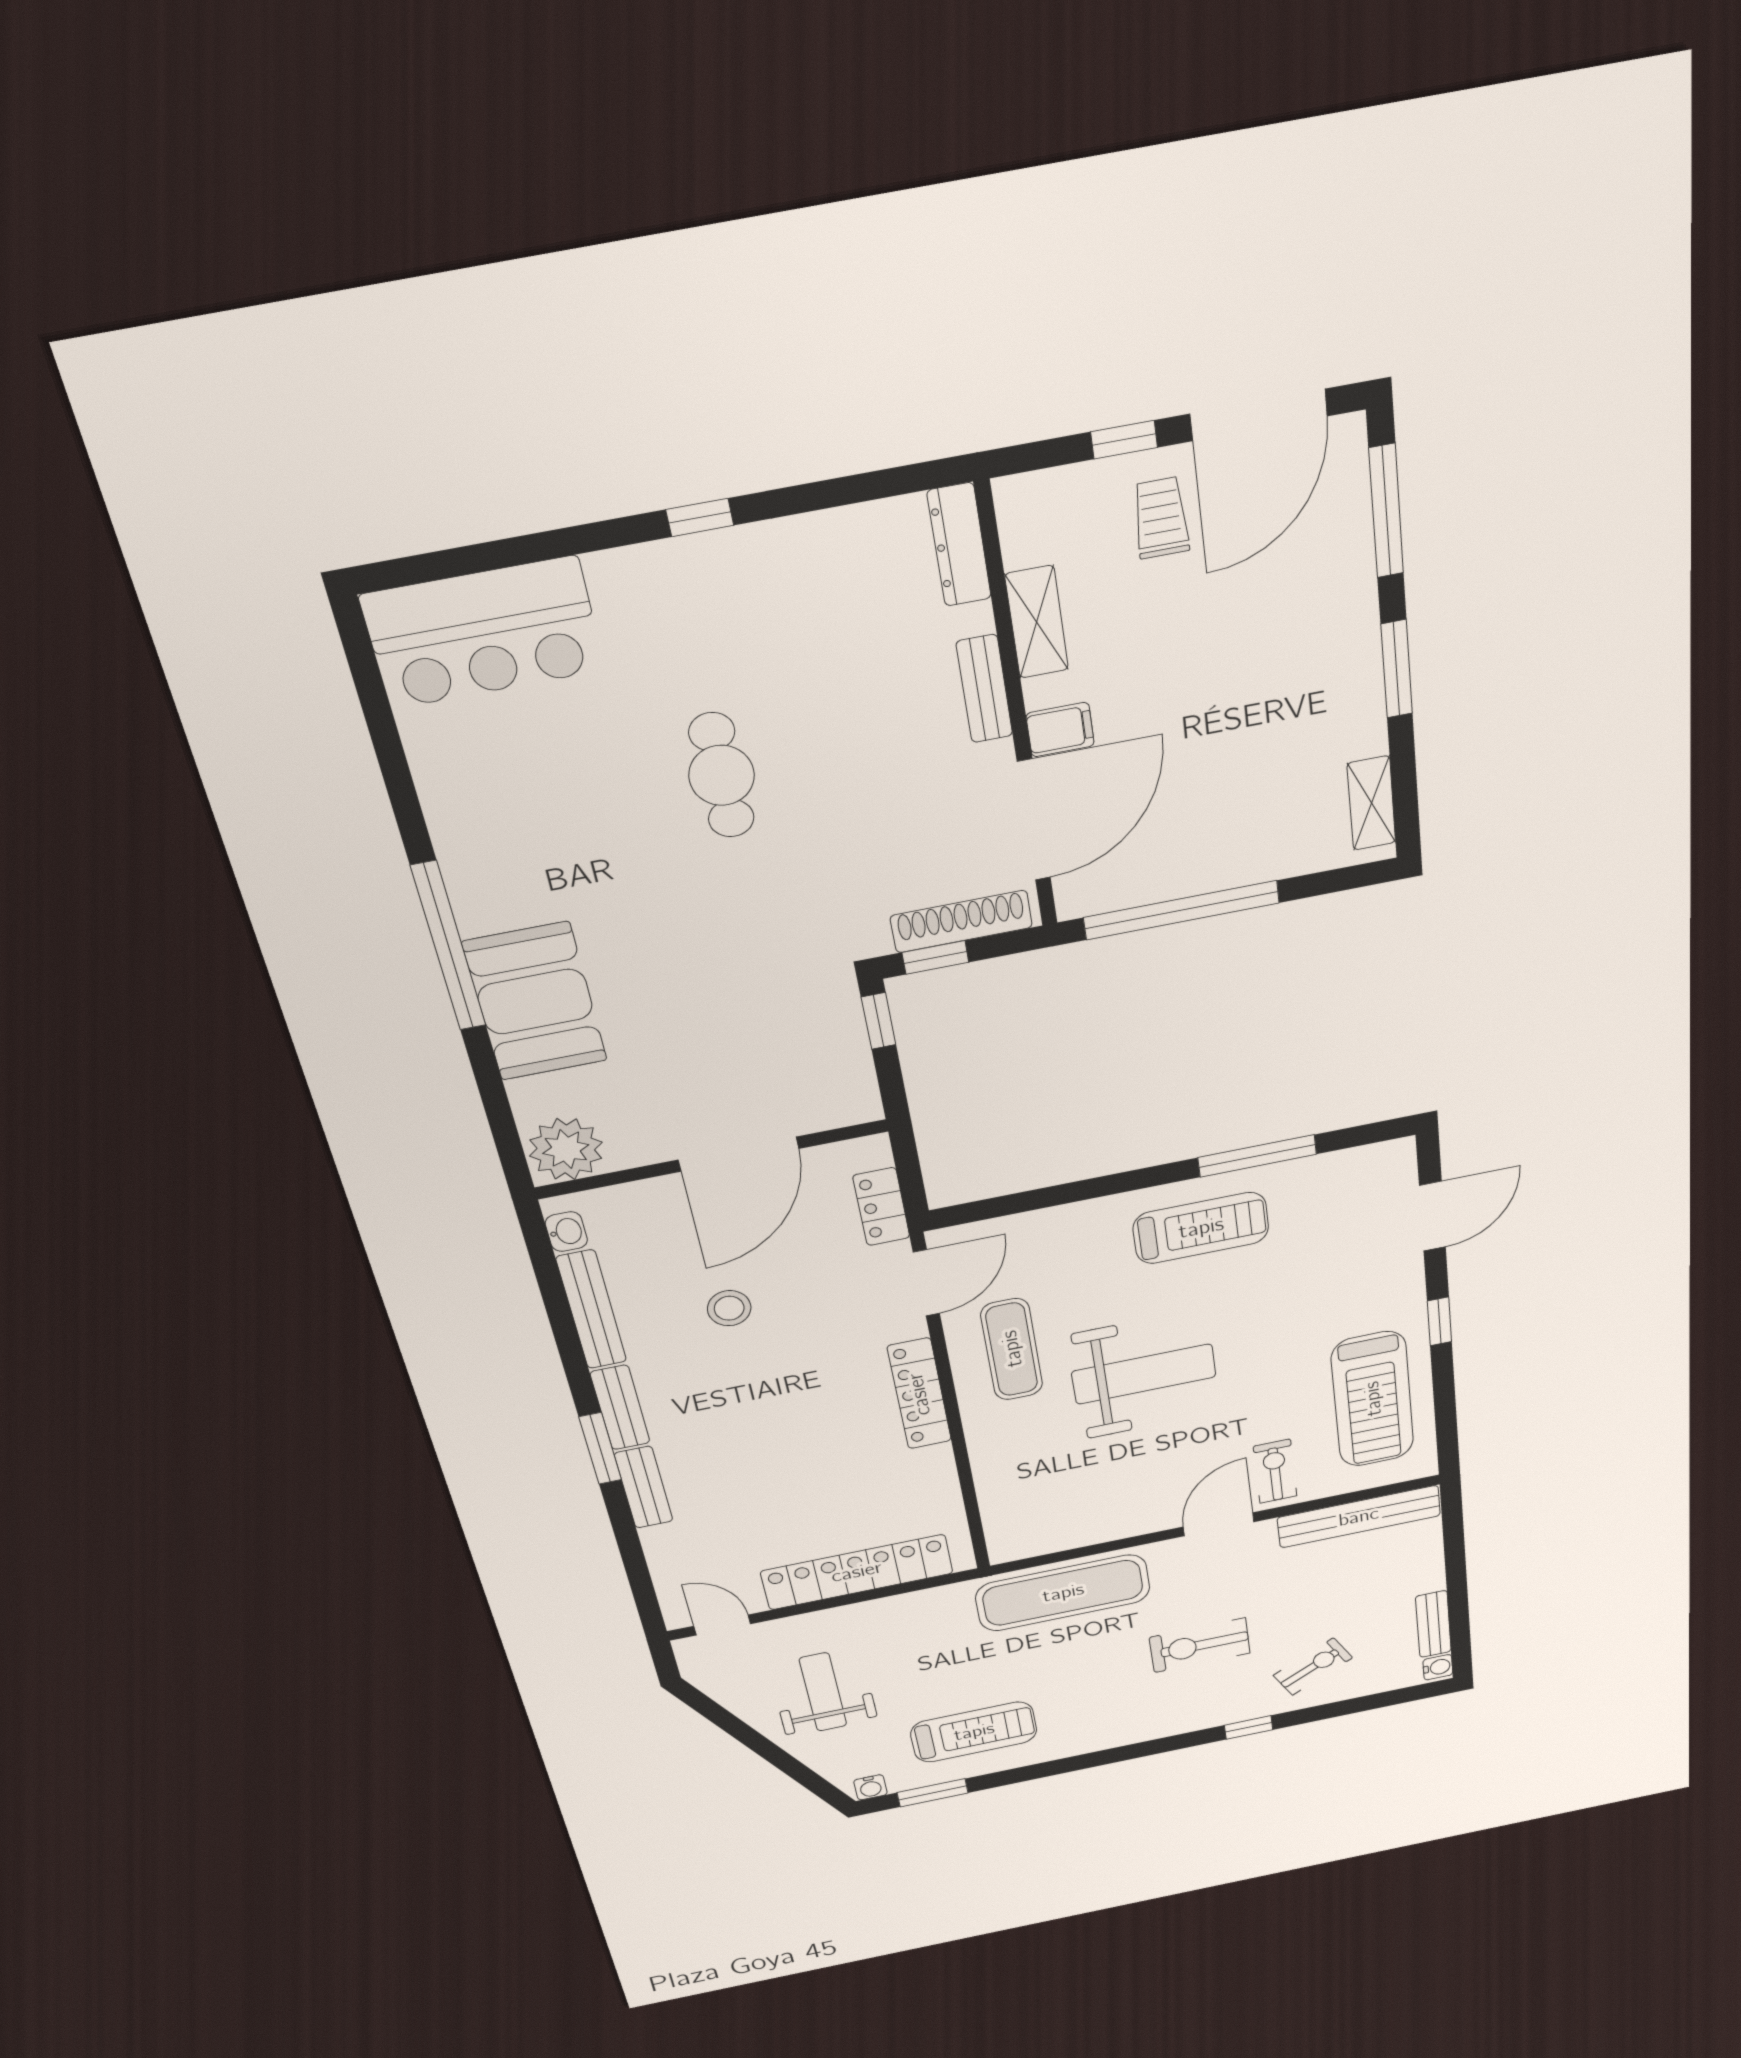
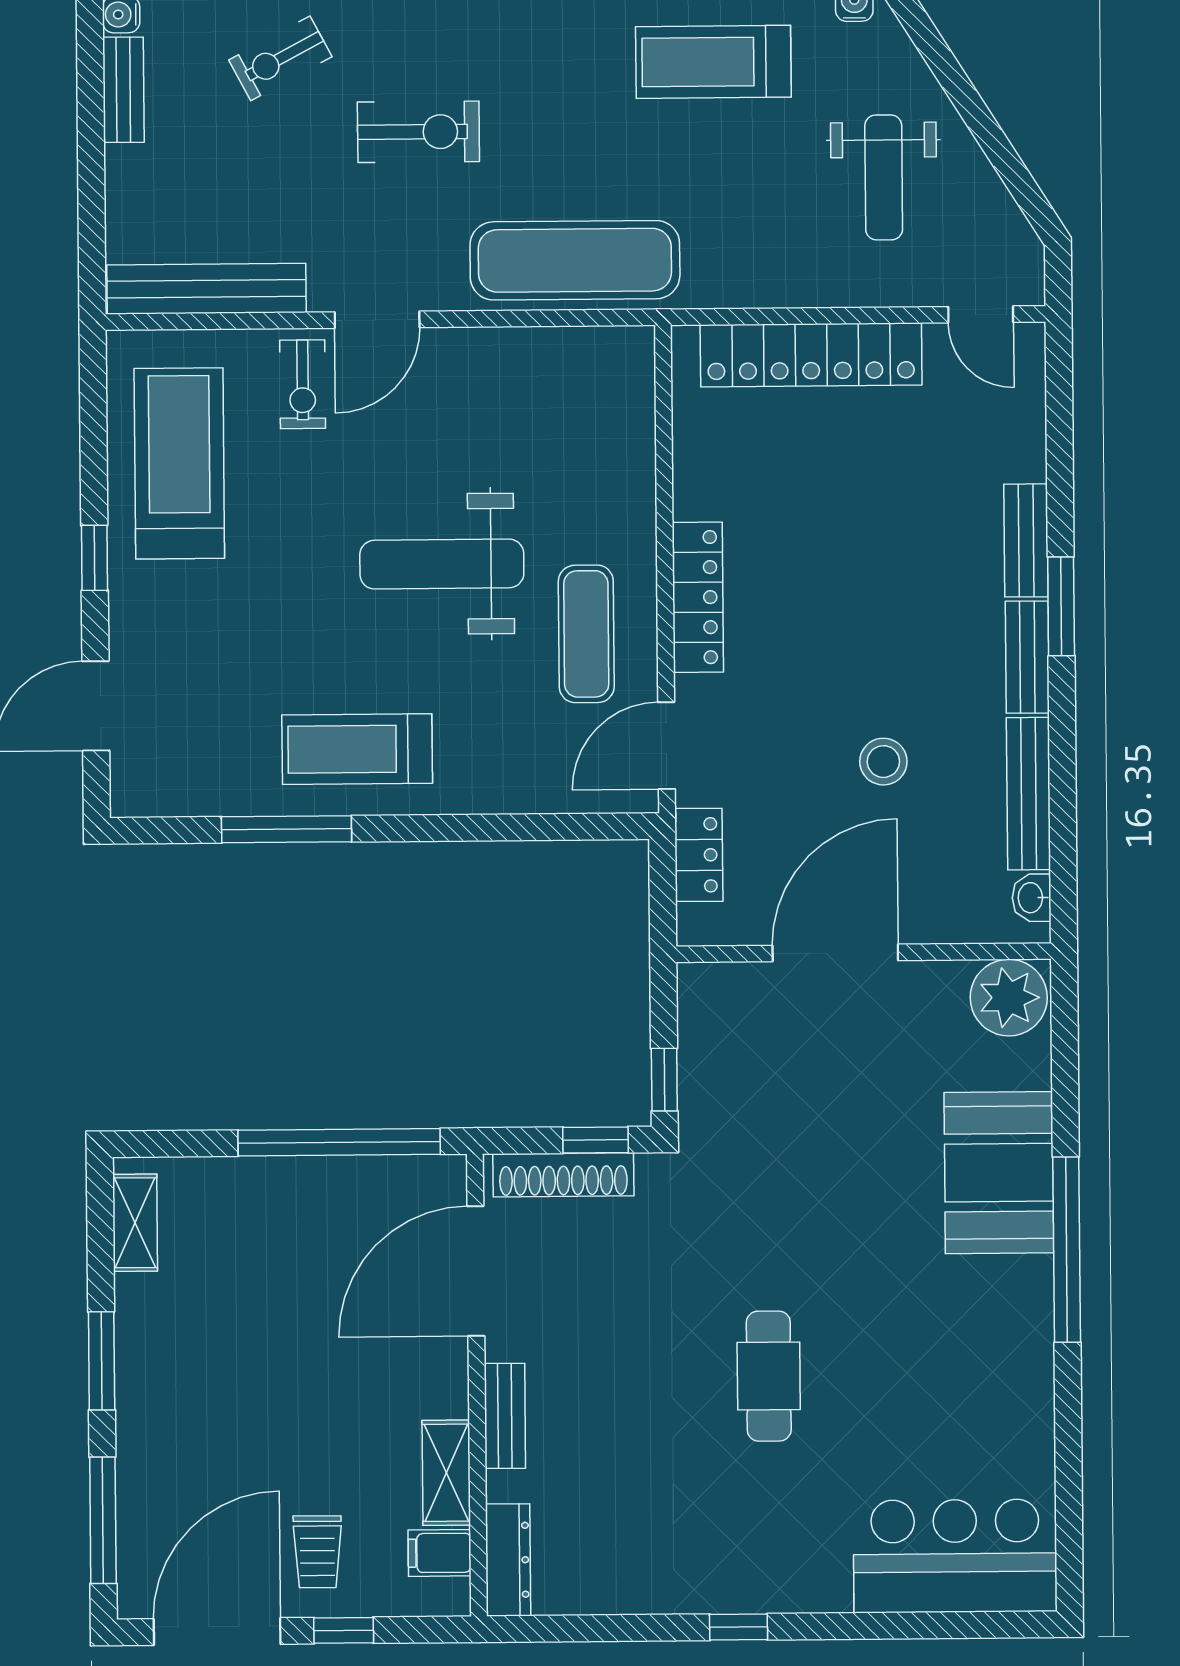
filing cabinet: (1060, 730) -> (440, 1553), moved

